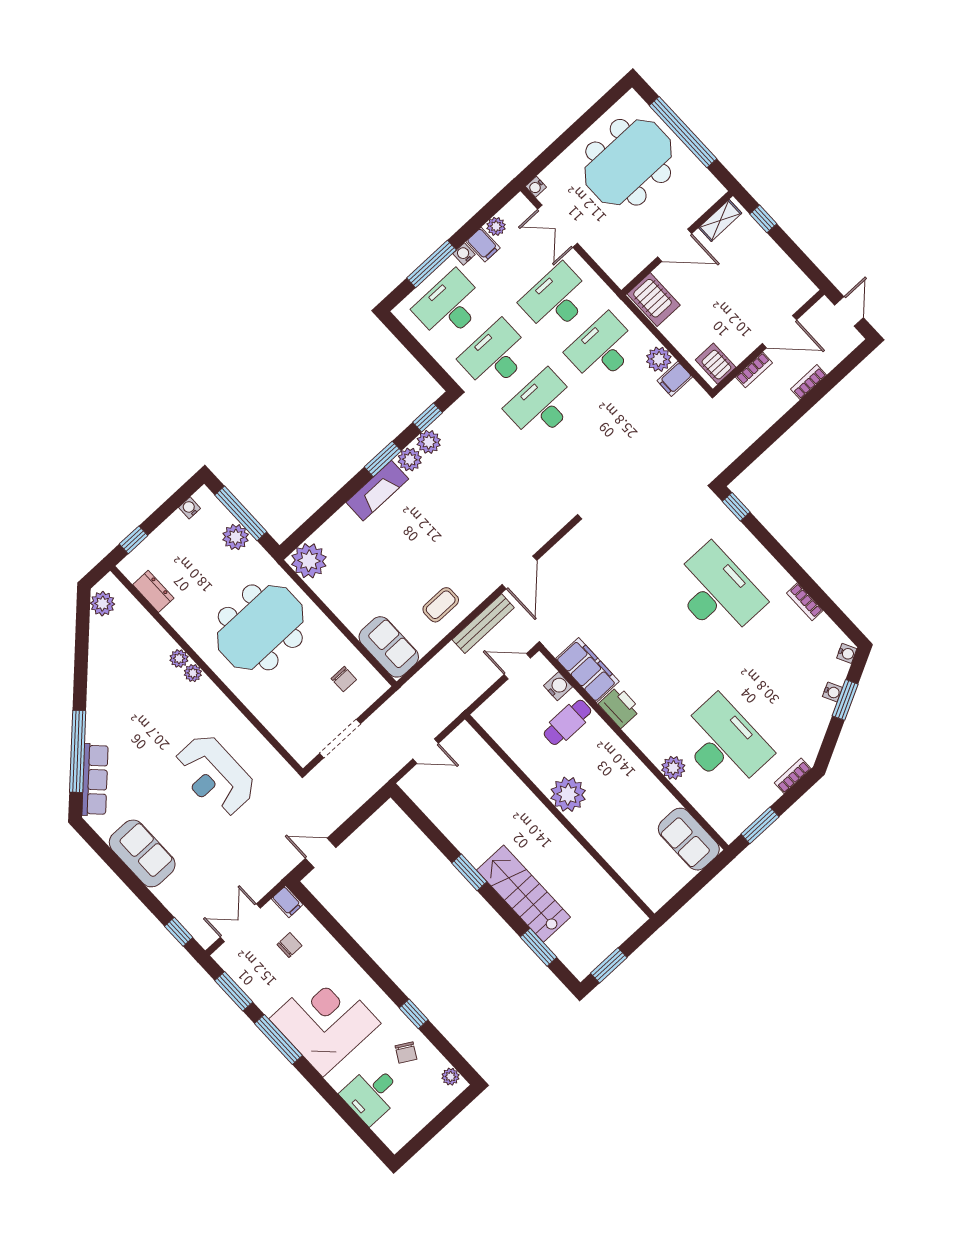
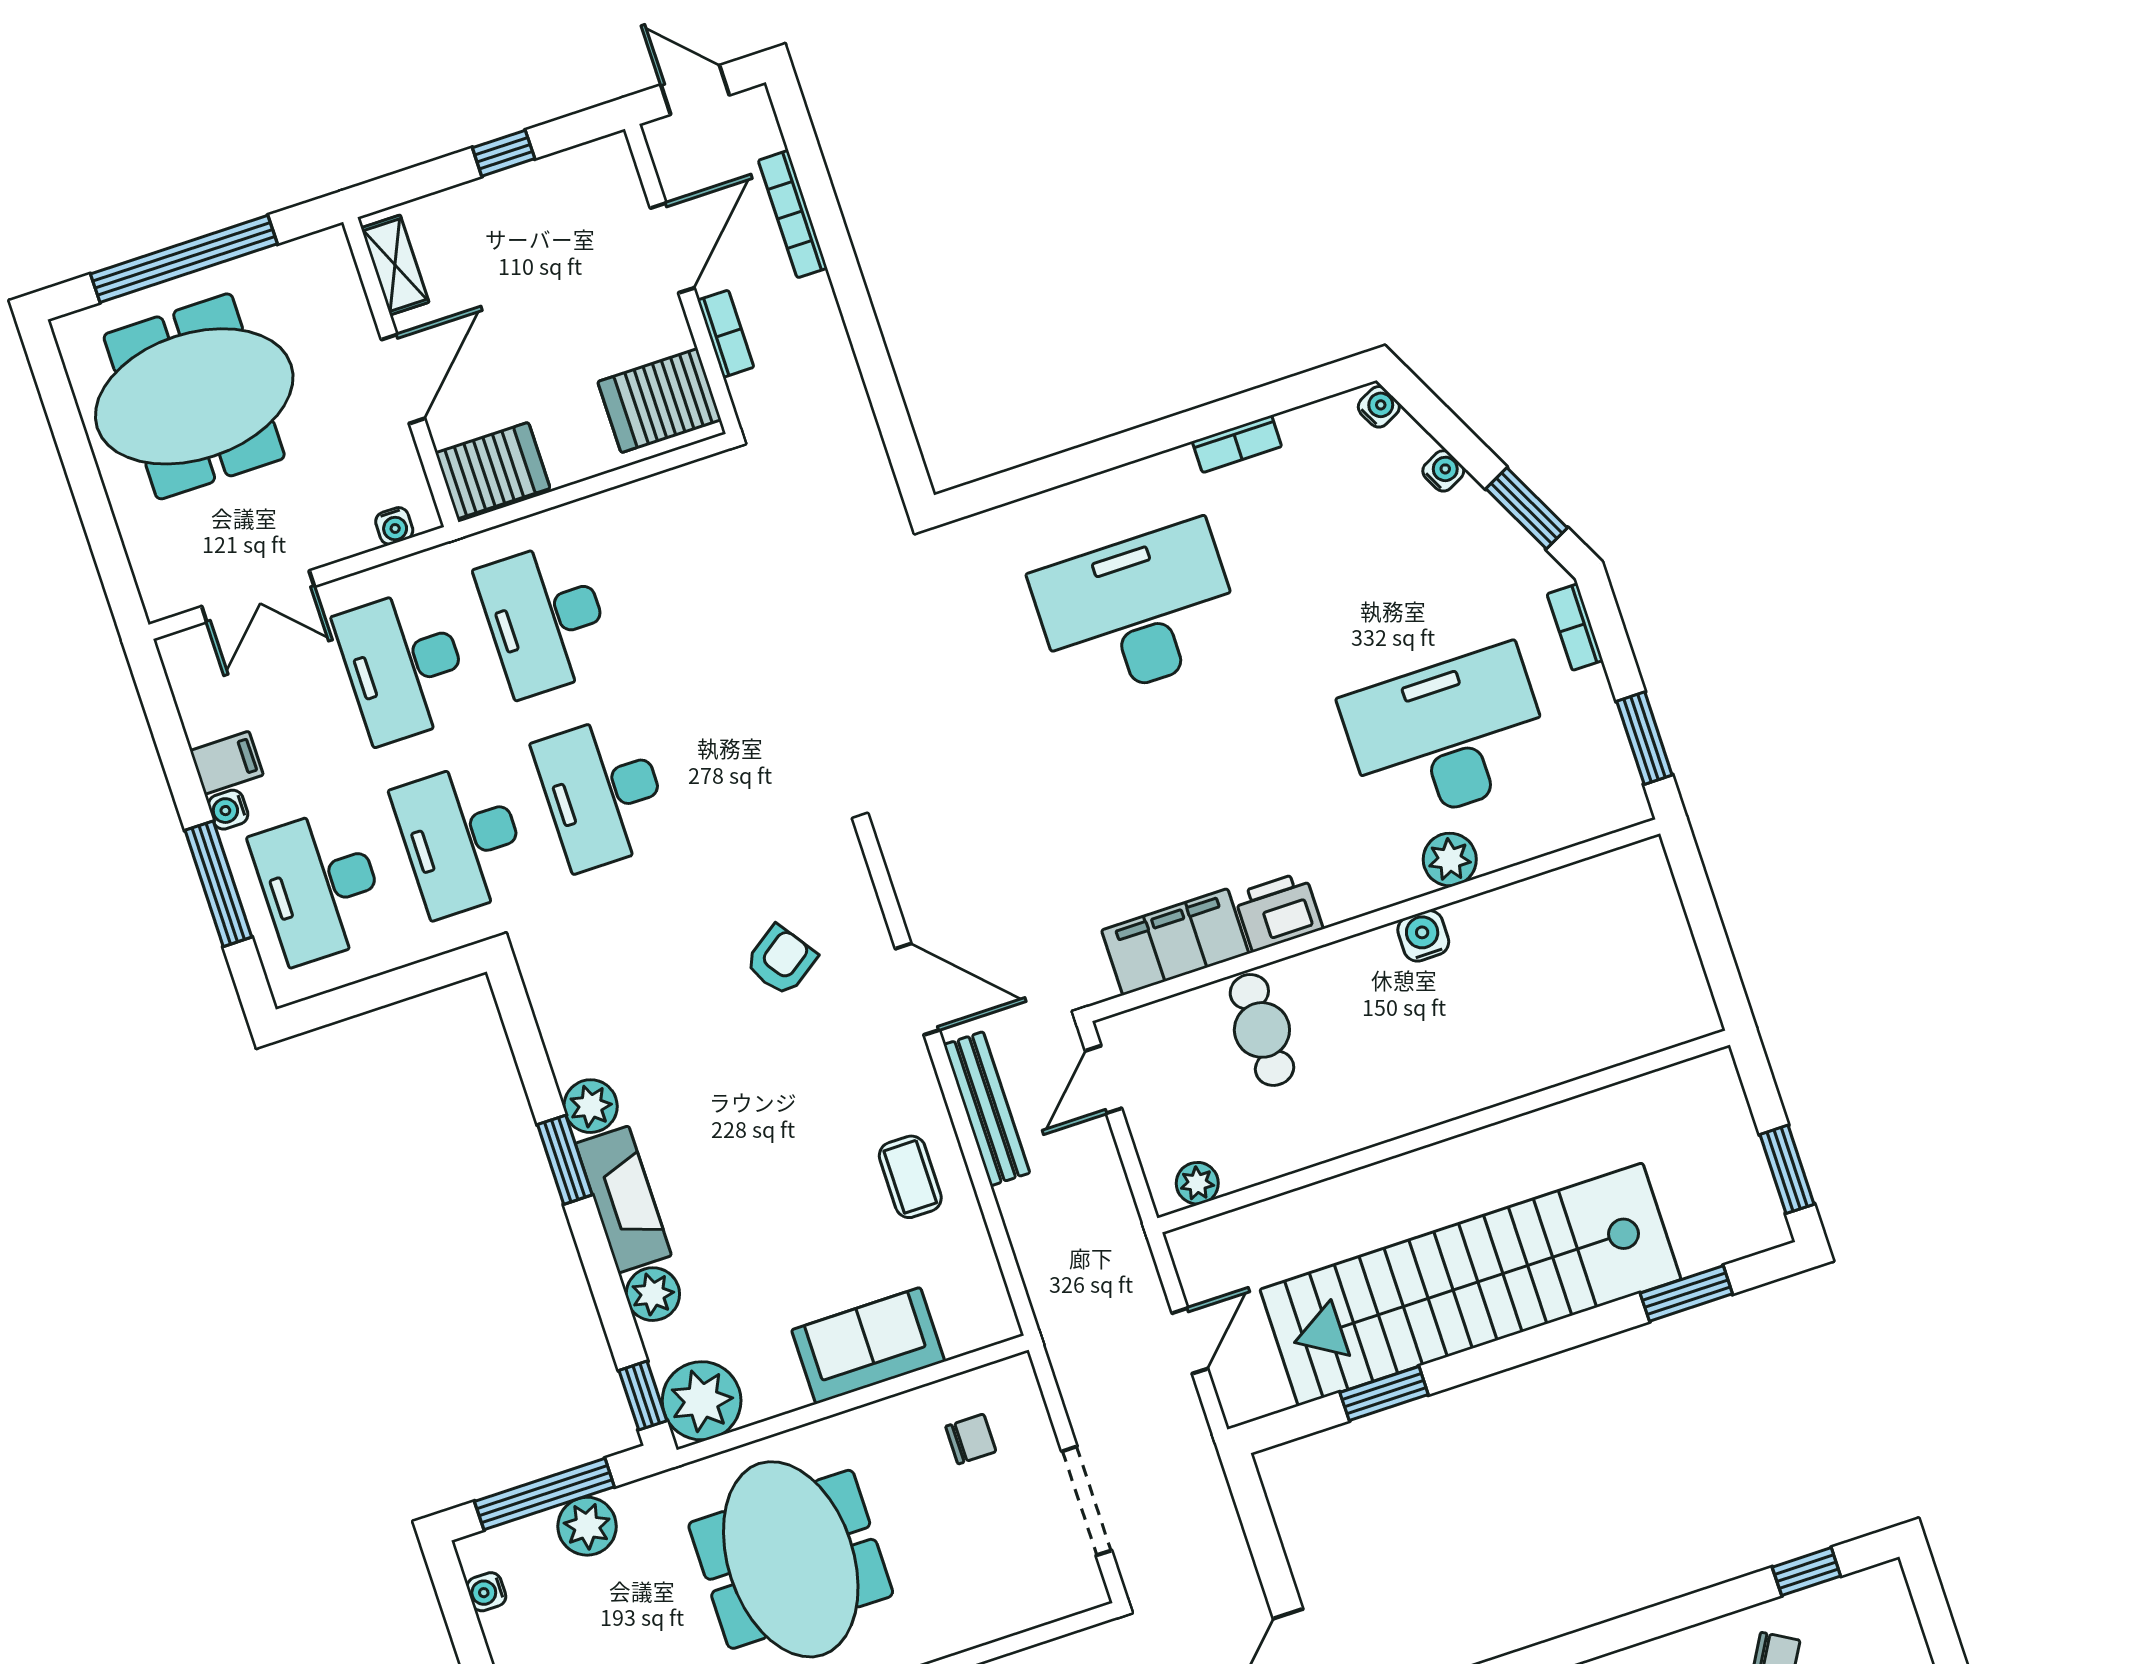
meeting table: (628, 162) -> (194, 396), turned 90
water cooler: (536, 187) -> (394, 526), moved
window: (763, 219) -> (504, 153), moved
plant: (496, 226) -> (202, 720), removed
plant: (659, 359) -> (617, 515), removed
server rack: (716, 364) -> (659, 401), width x1.36, depth x1.44
filing cabinet: (675, 379) -> (671, 501), removed
bookcase: (809, 382) -> (793, 214), width x1.56
window: (428, 417) -> (643, 1396), moved
plant: (429, 442) -> (653, 1294), moved
window: (736, 507) -> (984, 495), removed
armchair: (506, 511) -> (781, 960), added
sofa: (389, 647) -> (868, 1346), moved
water cooler: (558, 686) -> (1423, 936), moved
window: (845, 700) -> (1527, 508), moved
plant: (568, 794) -> (1197, 1183), moved, width x0.53, depth x0.53
sofa: (689, 839) -> (1607, 893), removed
window: (469, 872) -> (1384, 1393), moved
stairs: (523, 894) -> (1470, 1284), width x1.86, depth x1.51
window: (414, 1014) -> (1806, 1572), moved
plant: (450, 1077) -> (1865, 1588), removed

